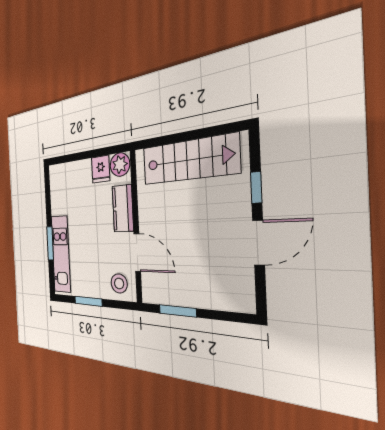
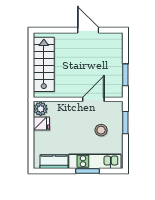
window: (256, 187) -> (62, 30), removed
kitchen counter: (123, 208) -> (54, 162), moved, turned 180
stool: (119, 283) -> (101, 130), moved
window: (88, 301) -> (125, 123), moved

